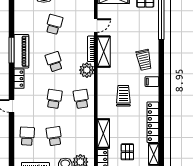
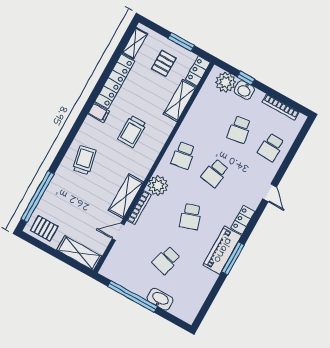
filing cabinet: (152, 82) -> (99, 113), moved

